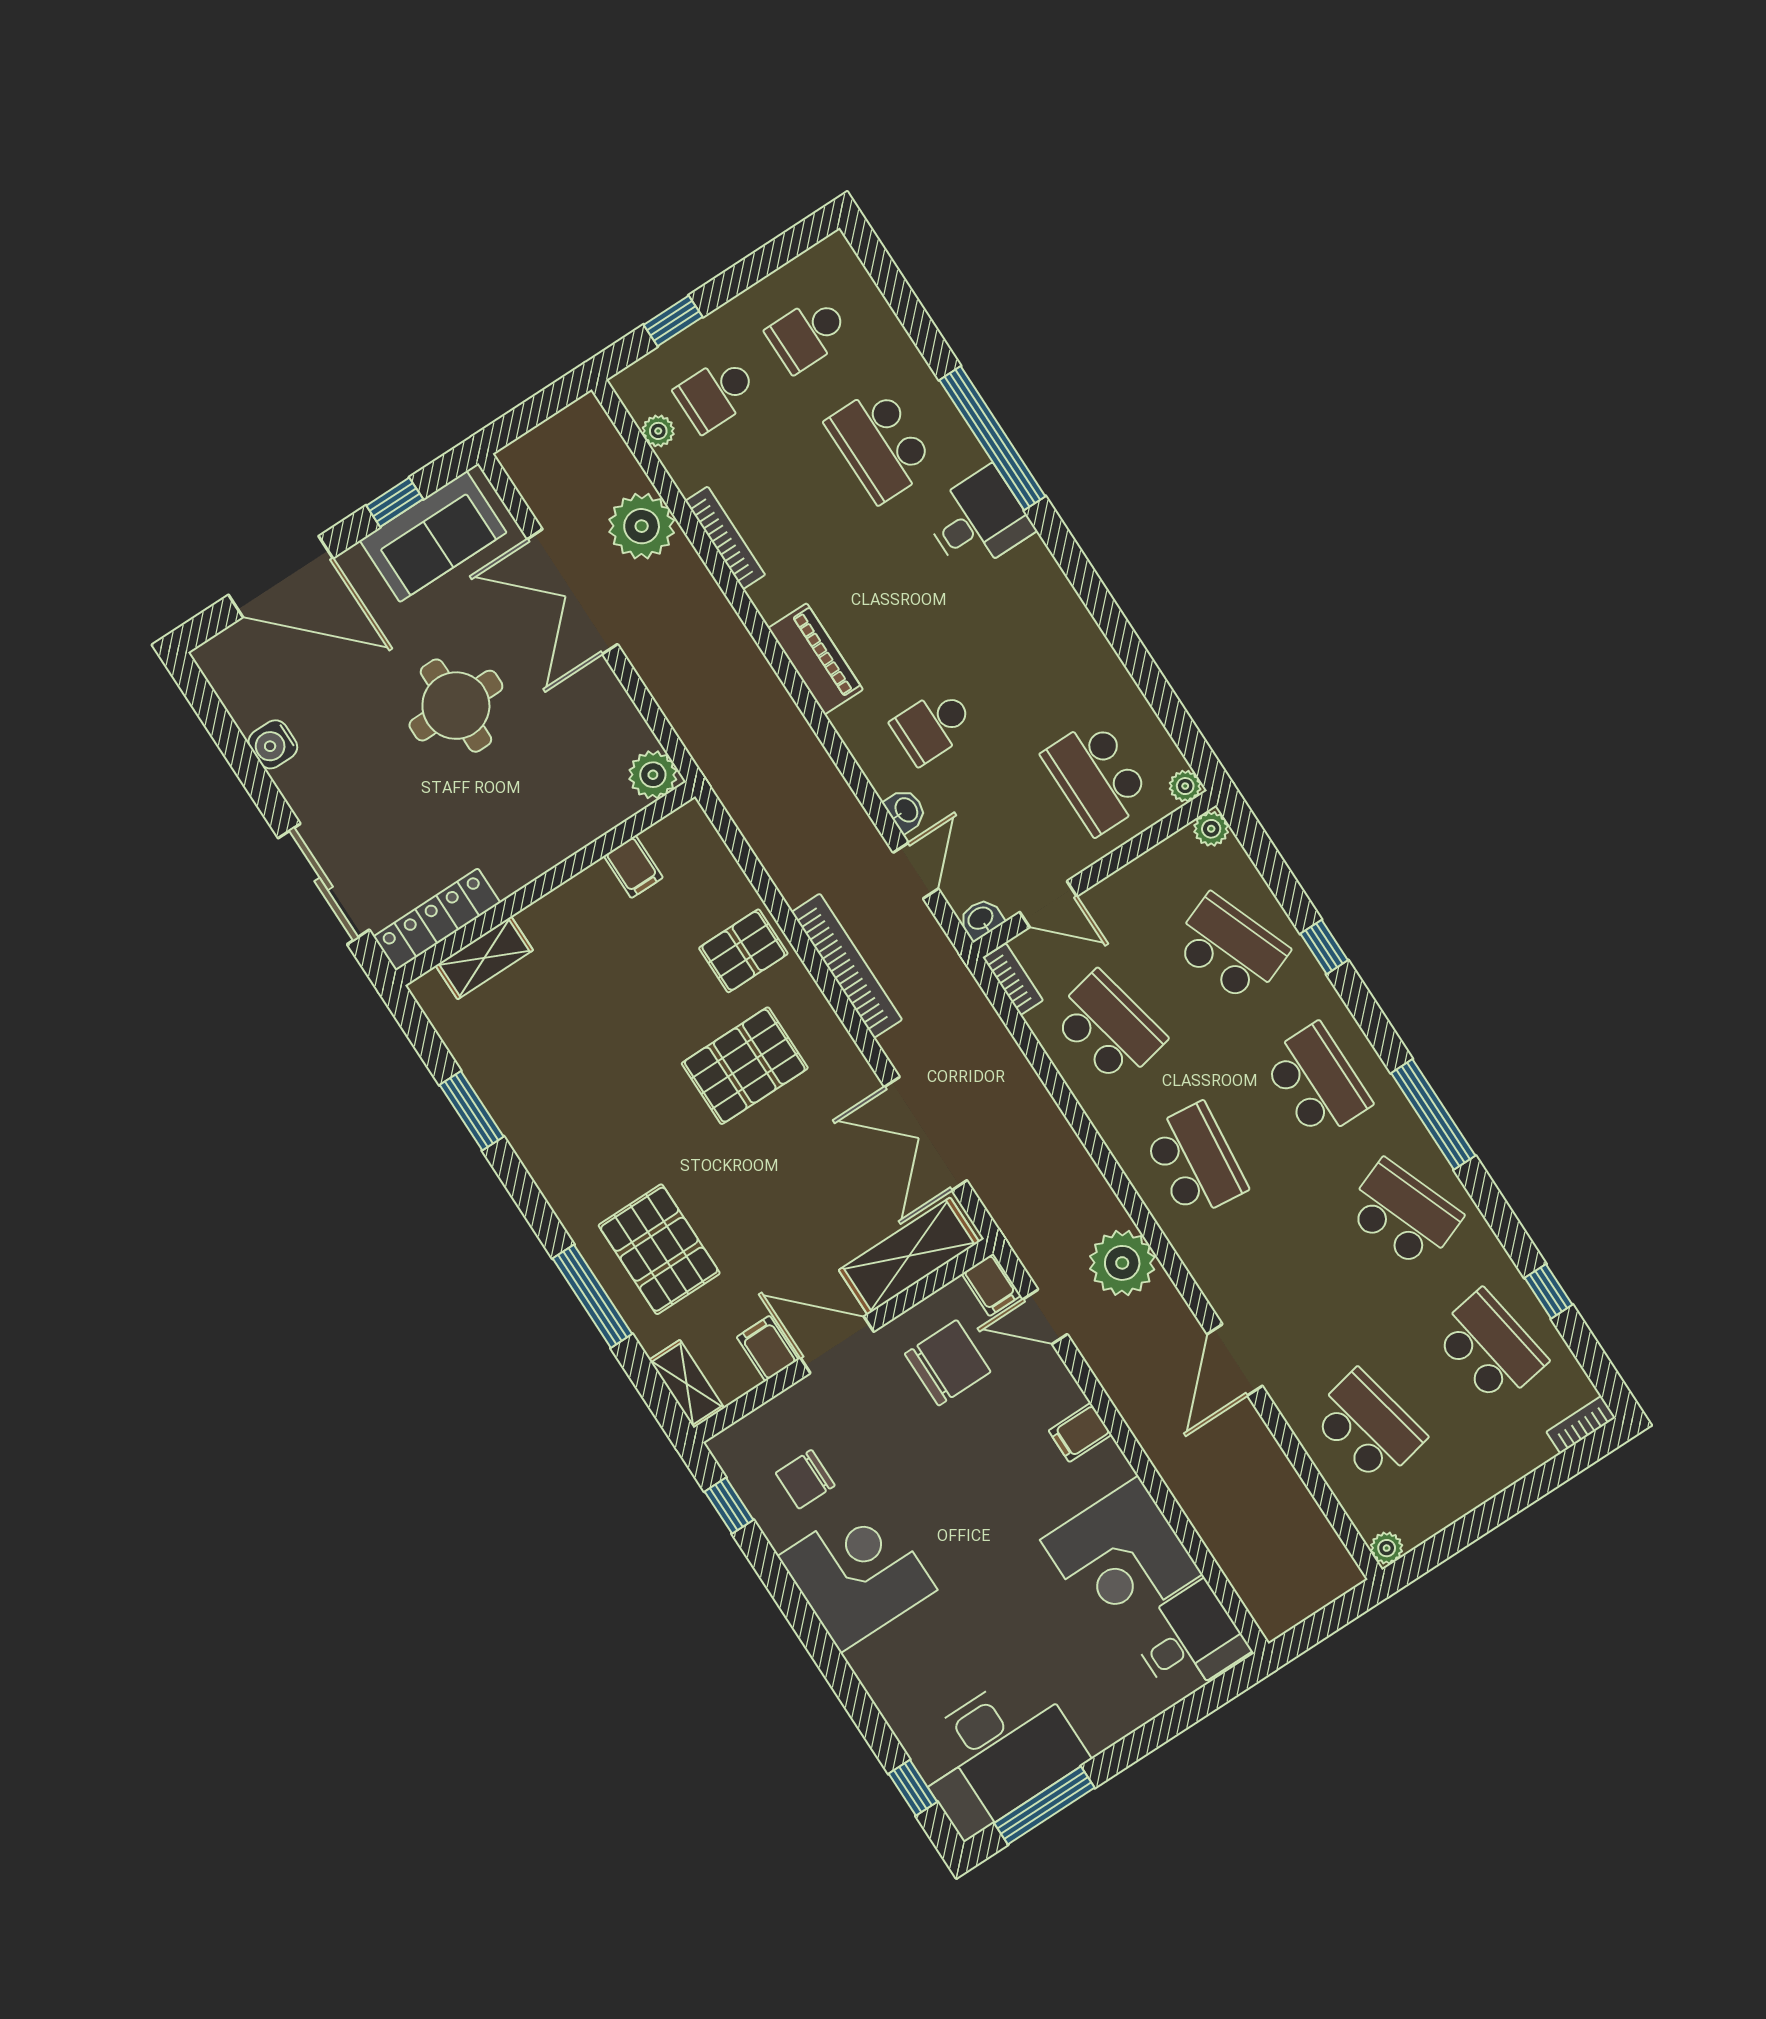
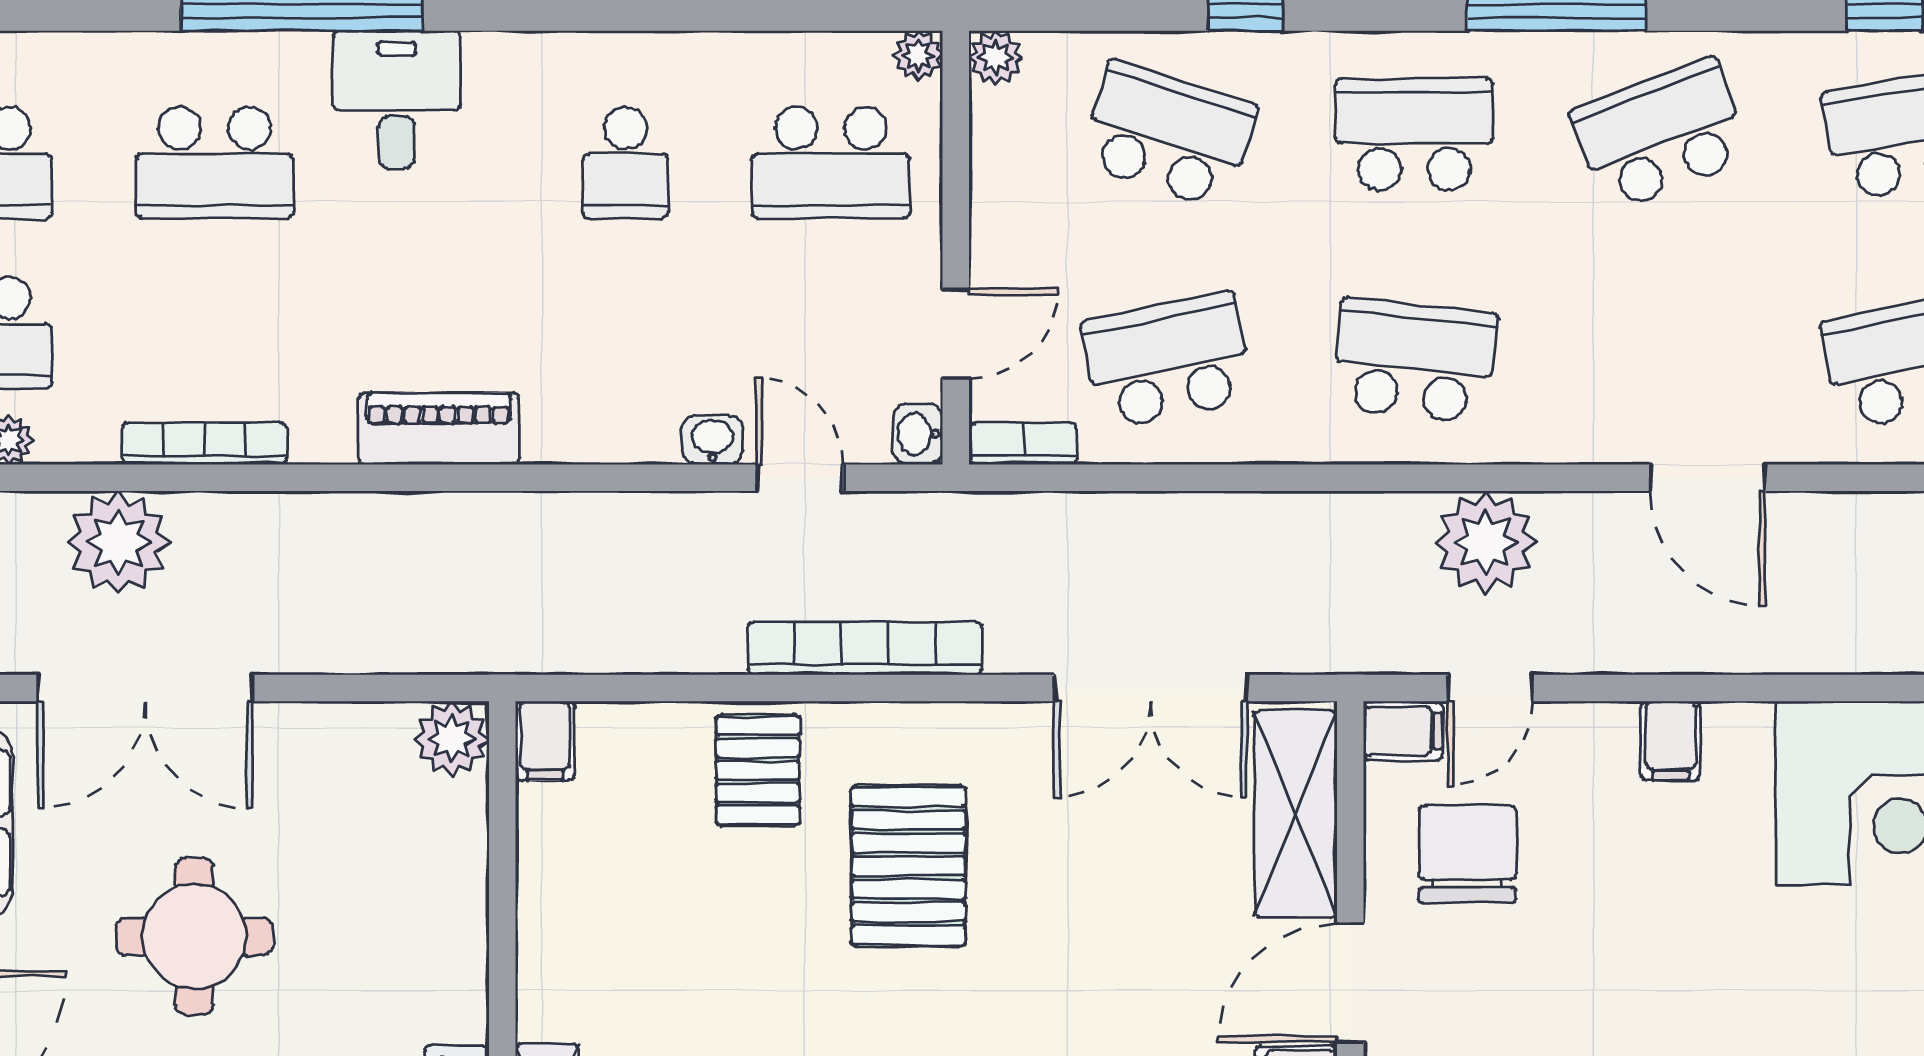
school desk: (933, 726) -> (625, 163), moved
filing cabinet: (633, 867) -> (545, 741), moved, turned 90
school desk: (1230, 948) -> (1168, 135), turned 39

